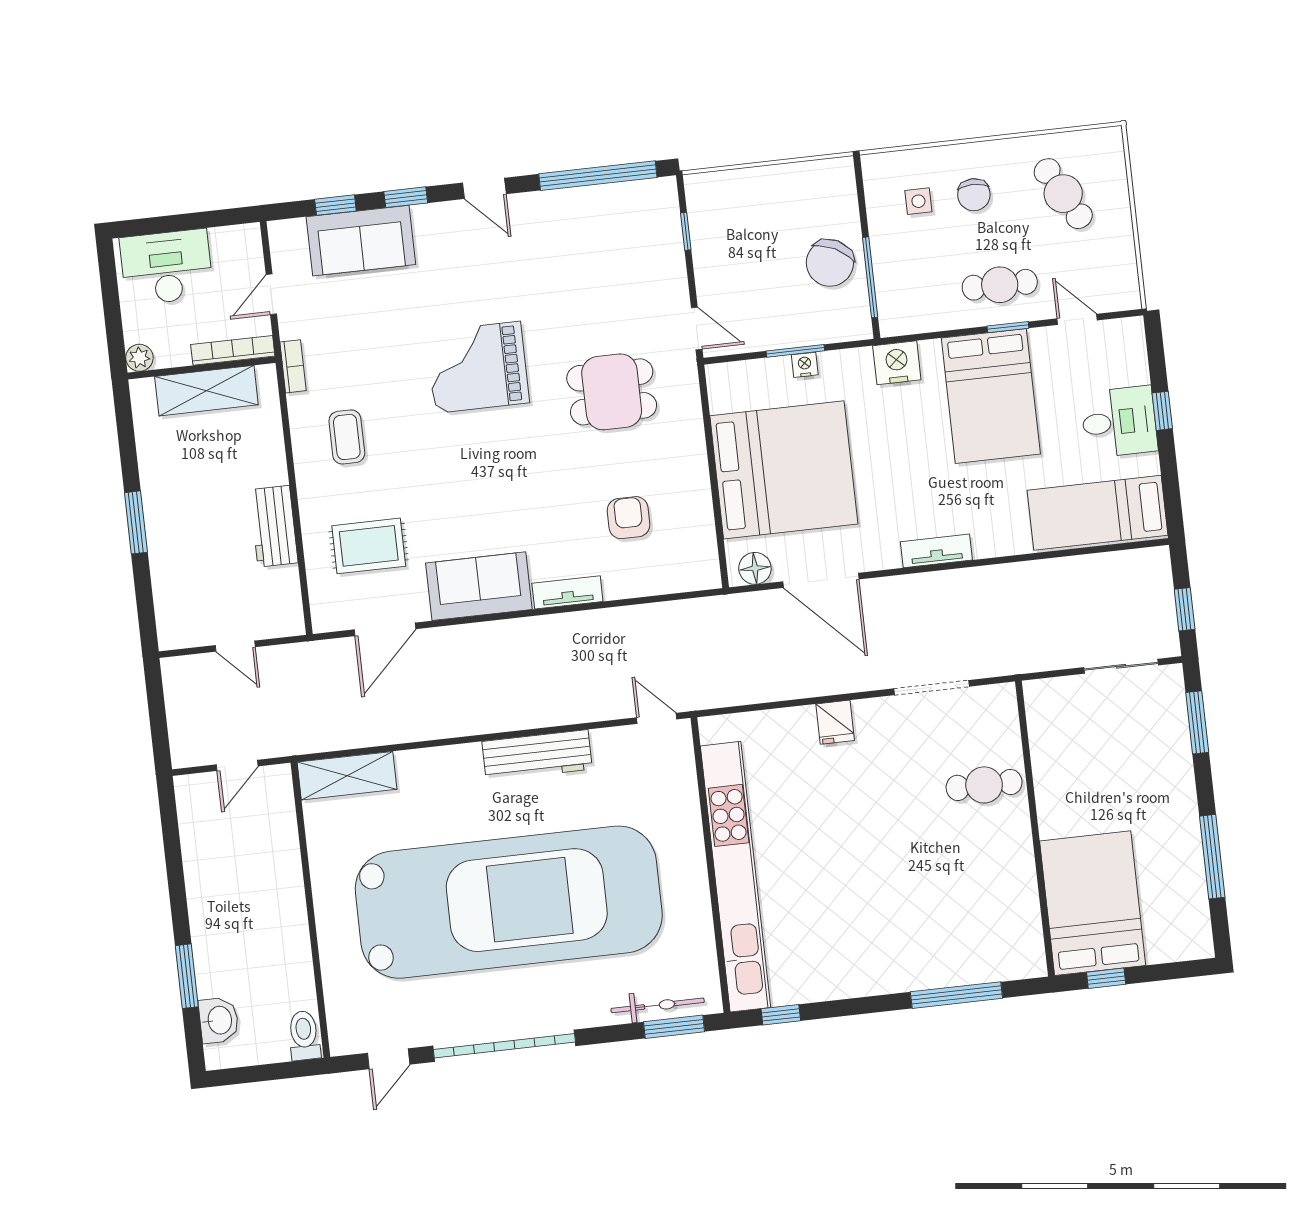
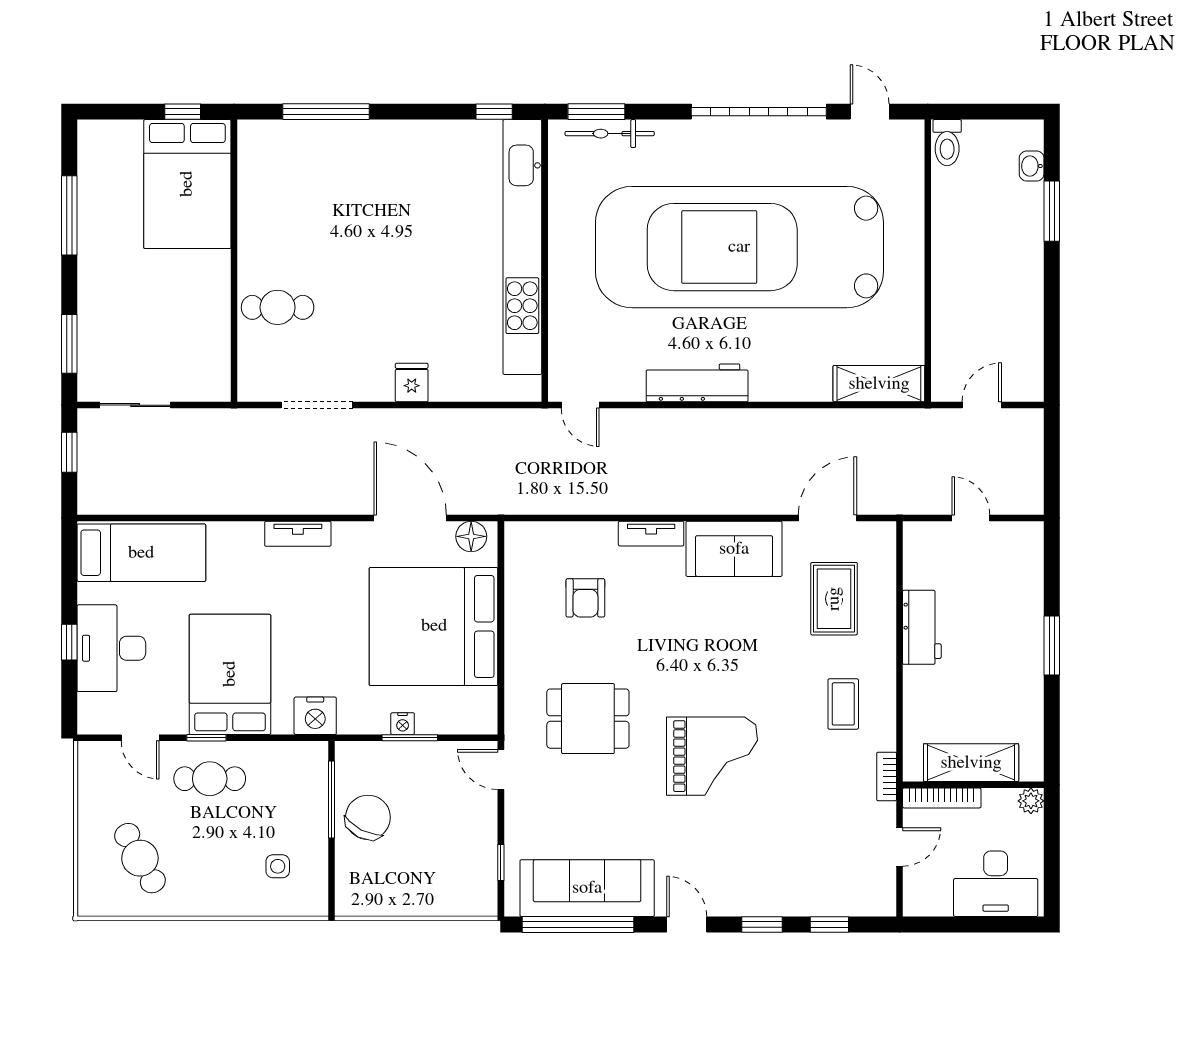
chair: (974, 195) -> (225, 867), removed
sofa: (361, 241) -> (587, 888), moved, width x1.36
desk: (1119, 422) -> (111, 648), width x1.37
rug: (369, 546) -> (834, 599), turned 90
washbasin: (219, 1020) -> (1032, 166), width x0.72, depth x0.69
door: (389, 1059) -> (870, 112), hinge flipped

